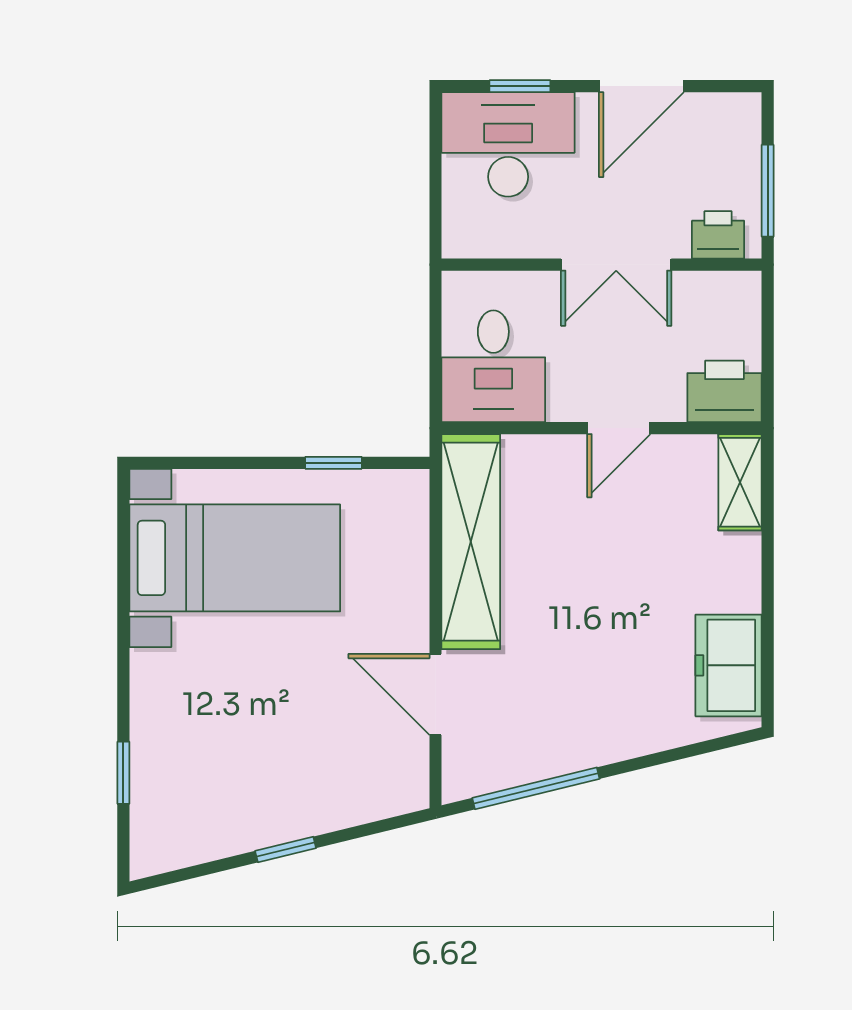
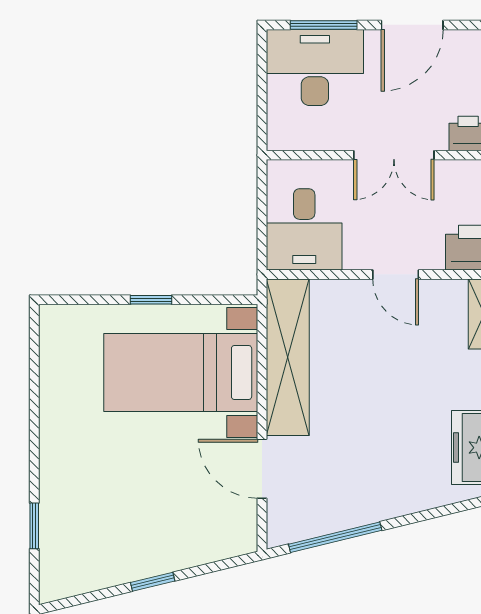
window: (520, 86) -> (324, 25), width x1.50
door: (619, 428) -> (396, 274), hinge flipped
window: (334, 463) -> (151, 300), moved
bed with nightstands: (235, 558) -> (181, 373), moved, turned 180

